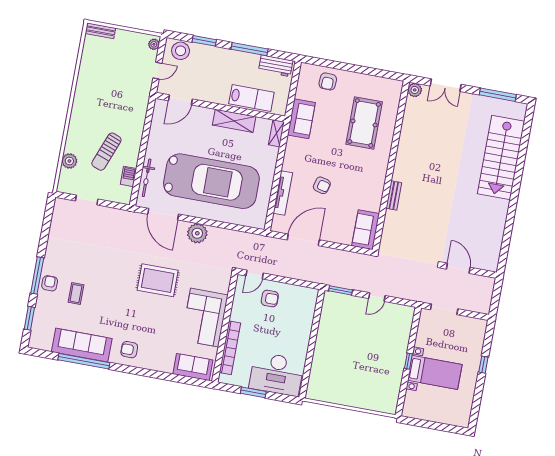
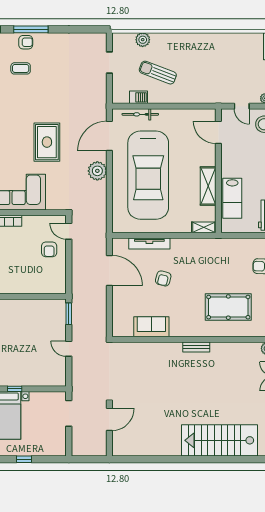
sofa: (301, 119) -> (222, 248), removed
bench: (394, 195) -> (196, 347), moved
sofa: (366, 230) -> (151, 327), moved

